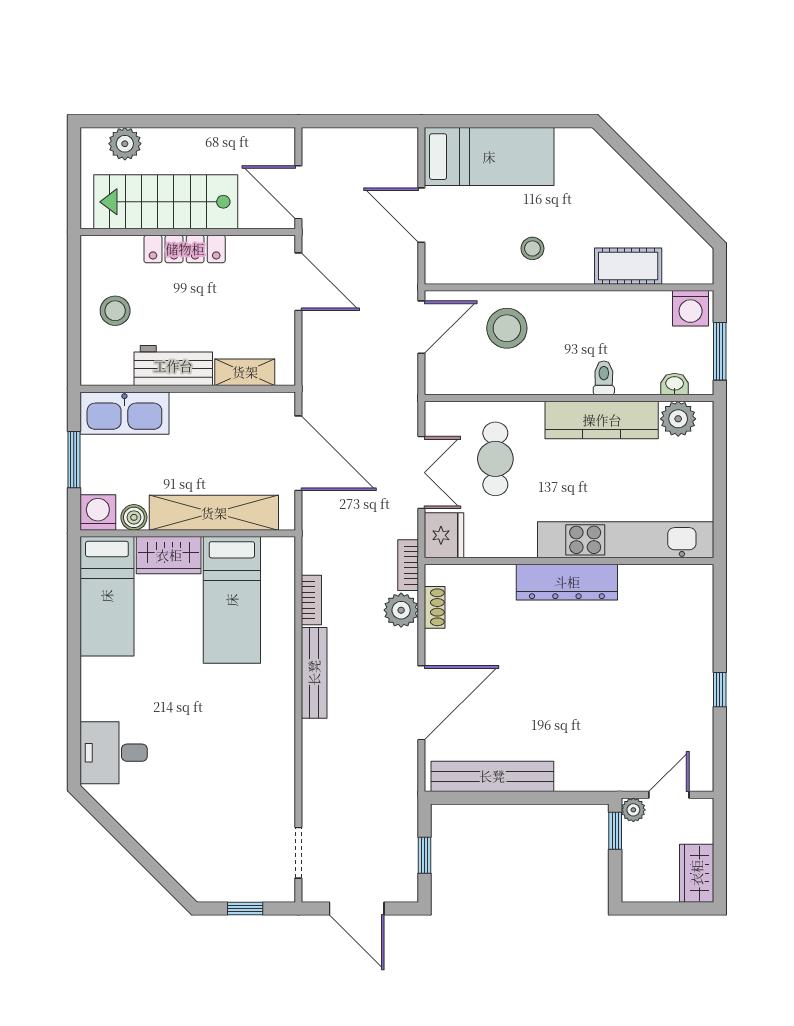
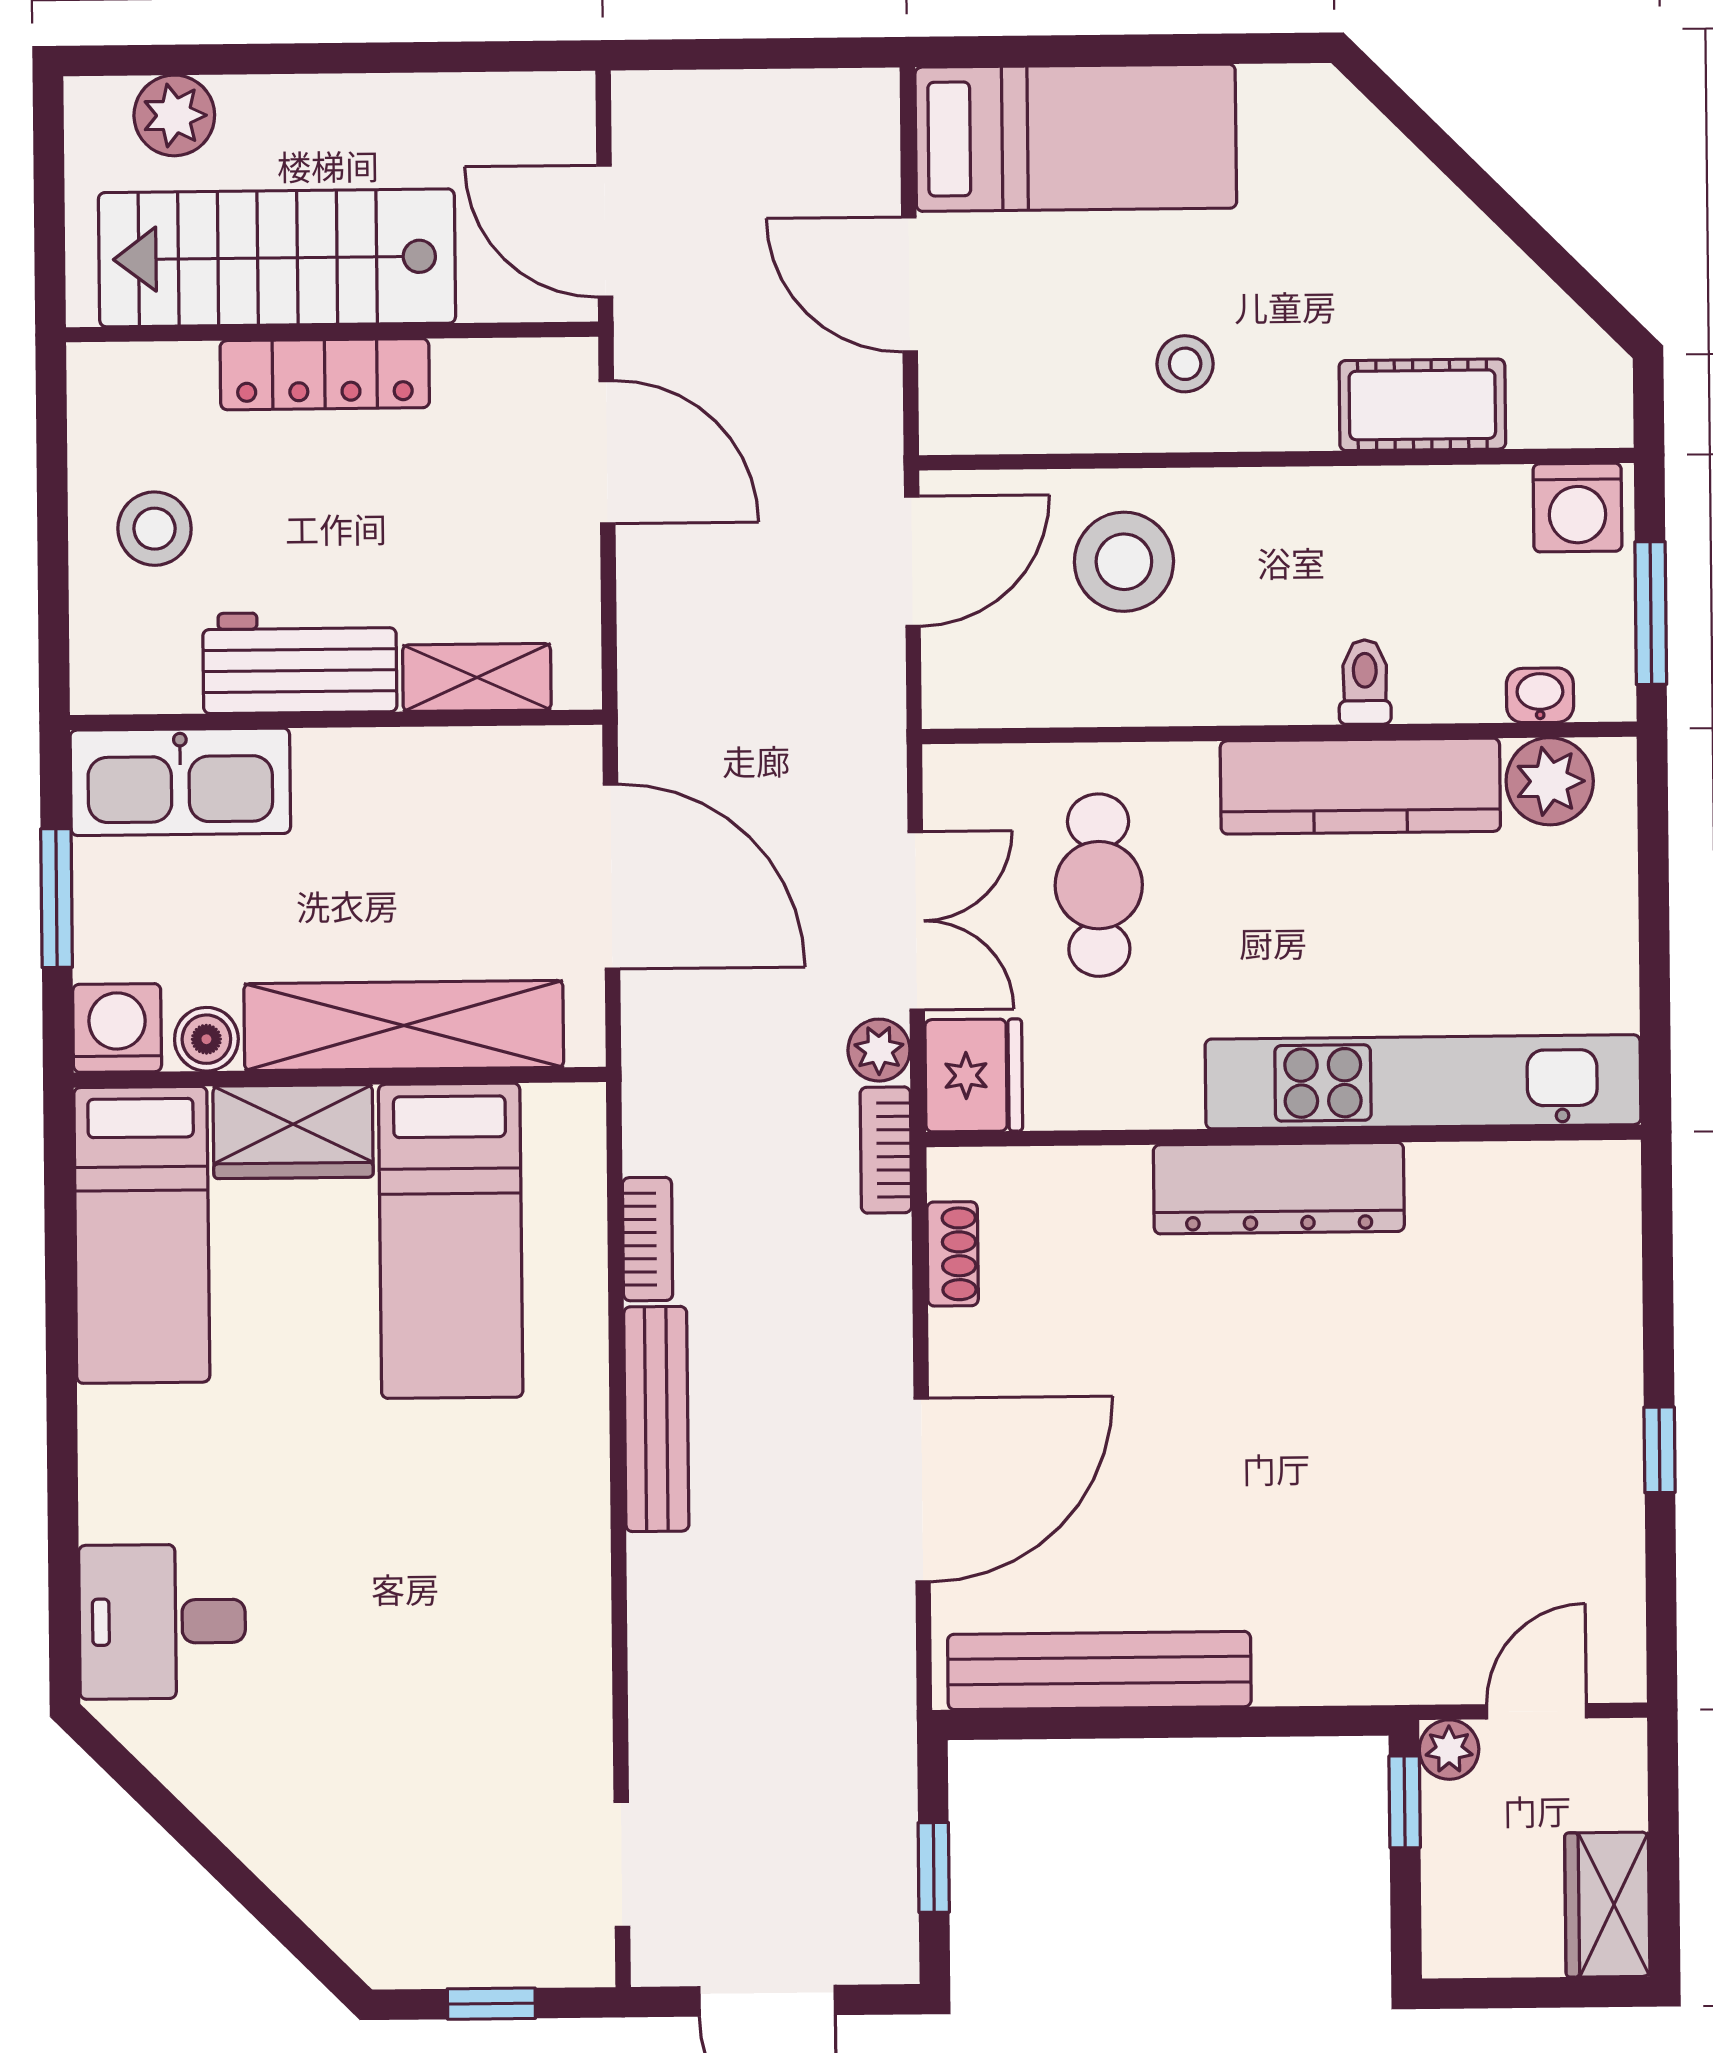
plant: (401, 610) -> (879, 1050), moved, width x0.73, depth x0.73

